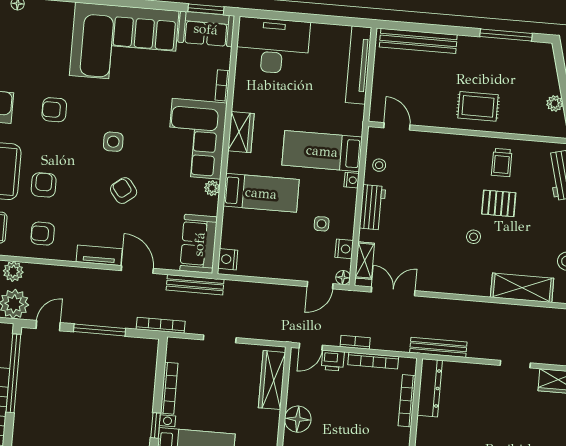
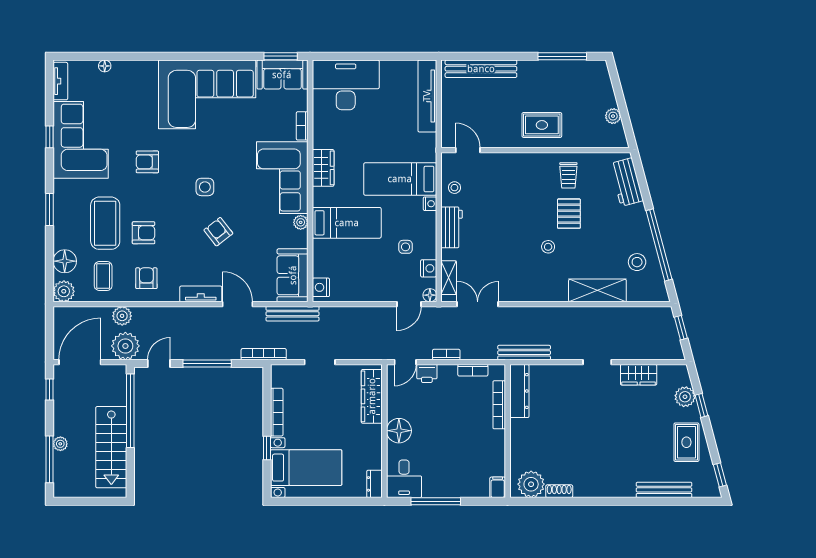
armchair: (44, 185) -> (144, 233), turned 90
pallet: (499, 203) -> (569, 214), turned 90
armchair: (43, 234) -> (146, 278), turned 90
bookcase: (373, 361) -> (473, 370), width x0.64

